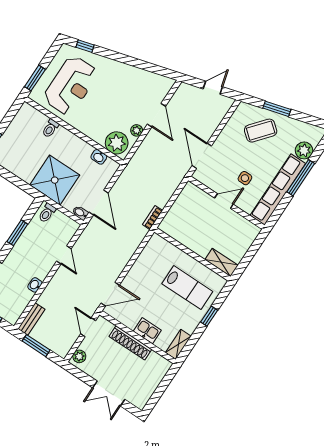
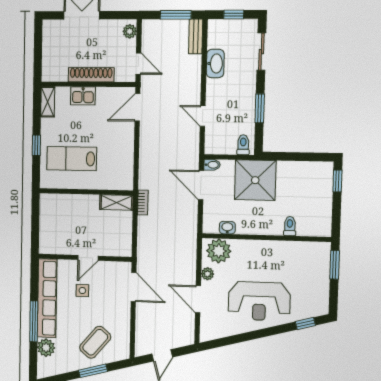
reception desk: (71, 85) -> (259, 301), moved, turned -90
shelving: (222, 262) -> (116, 203), moved
washbasin: (35, 285) -> (215, 63), width x1.91, depth x1.45

